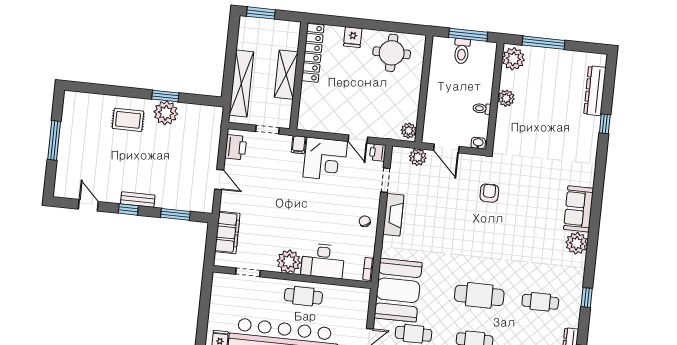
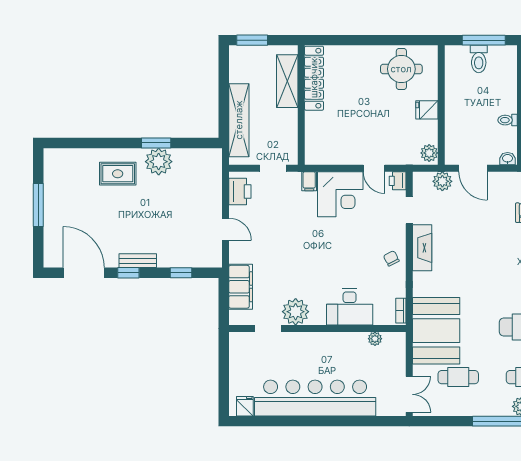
fridge: (353, 37) -> (427, 110), moved, turned 90
shelving: (286, 75) -> (287, 81), moved
door: (88, 205) -> (84, 273), width x1.87
window: (175, 214) -> (181, 273), width x0.67
plant: (289, 262) -> (296, 312), moved
plant: (343, 292) -> (375, 339), added
cafe table: (303, 296) -> (332, 348), removed

